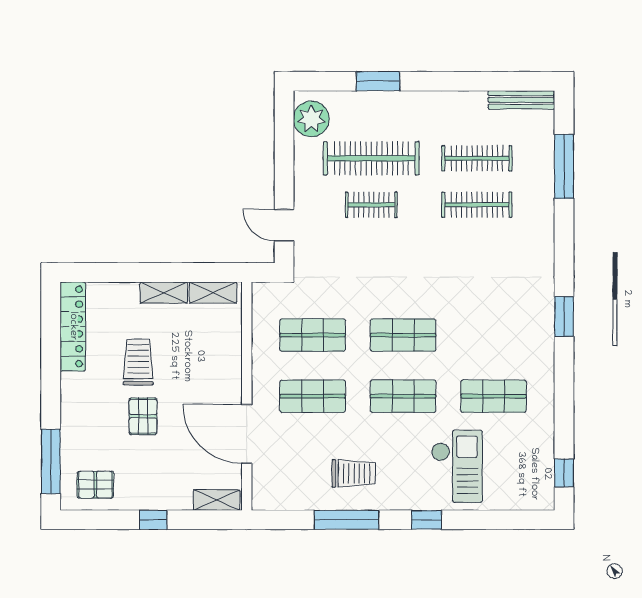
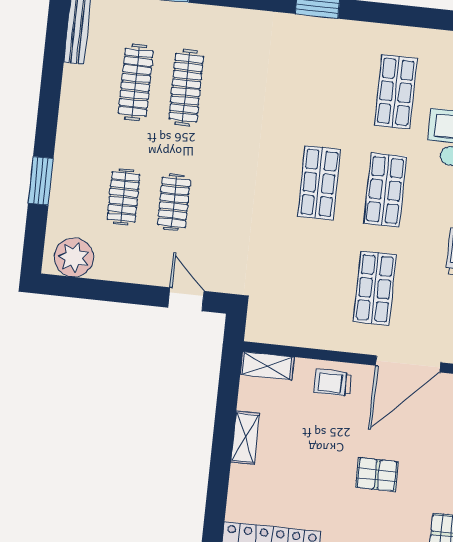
clothes rail: (371, 158) -> (124, 197), width x0.54, depth x0.76
door: (284, 225) -> (186, 299), swing flipped
shelving: (213, 293) -> (267, 366), moved, turned 90
shop shelf: (313, 335) -> (308, 281), removed
trolley: (138, 362) -> (333, 383), moved, width x0.73, depth x0.72

